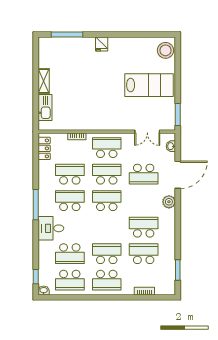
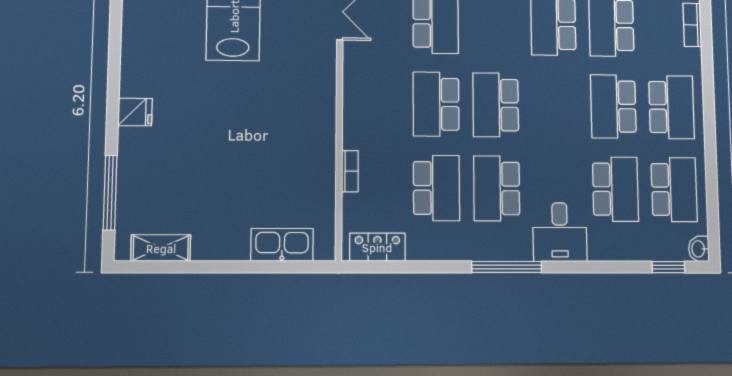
shelving: (44, 81) -> (161, 248), moved
school desk: (107, 148) -> (376, 103), removed
school desk: (70, 174) -> (436, 188), turned 180

